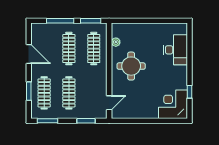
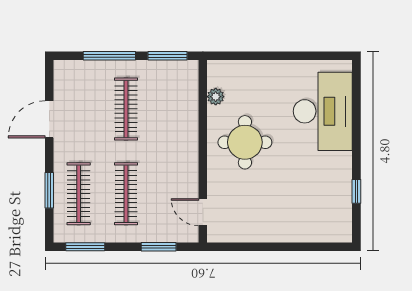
clothes rail: (94, 49) -> (174, 109), removed
desk: (175, 50) -> (323, 111), width x1.36, depth x1.30
door: (29, 54) -> (49, 119), swing flipped
door: (109, 103) -> (203, 212), swing flipped
corner desk: (173, 104) -> (325, 215), removed

